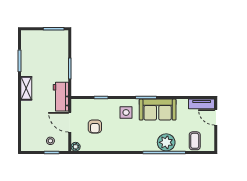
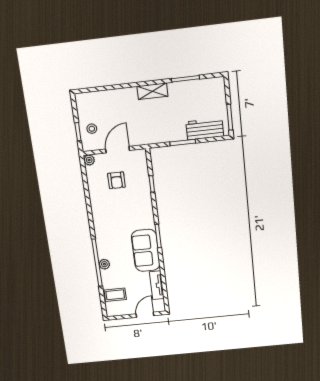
workbench: (61, 97) -> (205, 129), moved
tv unit: (202, 104) -> (157, 285), moved
side table: (126, 113) -> (138, 215), removed
armchair: (95, 126) -> (116, 180), turned -90
plant: (166, 142) -> (104, 264), width x0.53, depth x0.53

